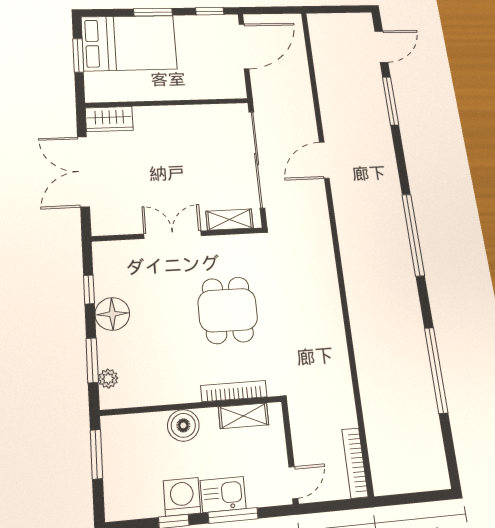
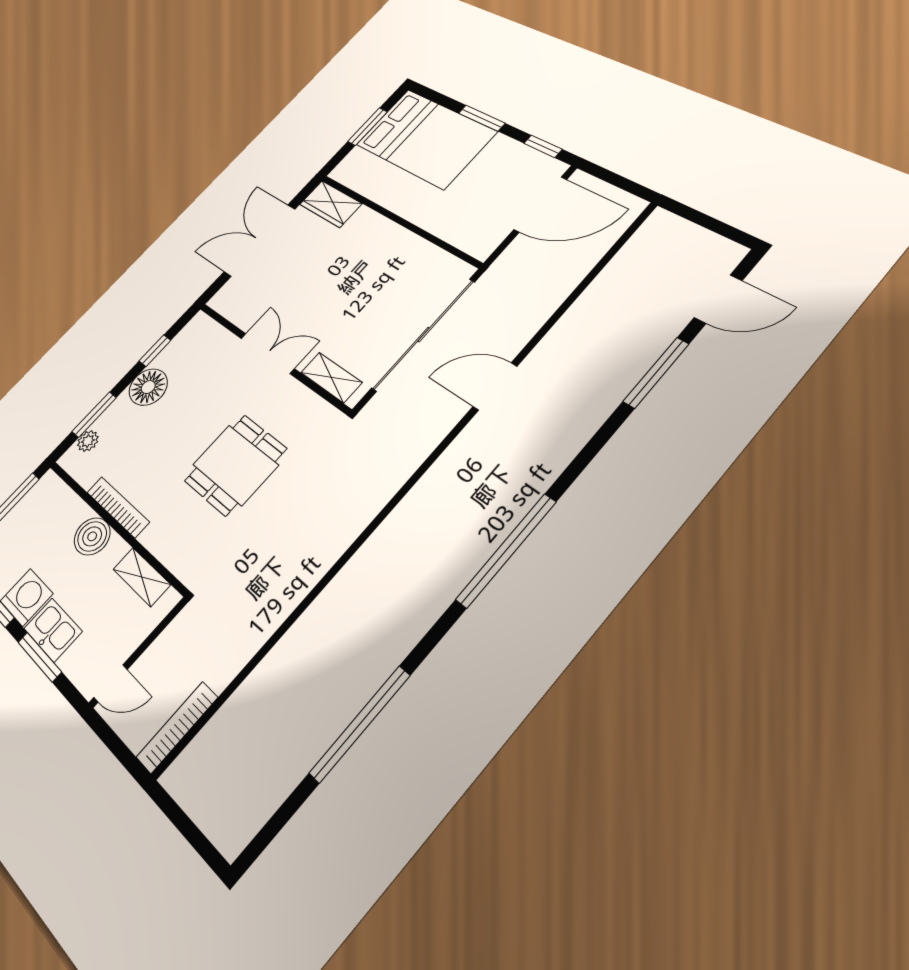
bookcase: (234, 391) -> (118, 507), moved

